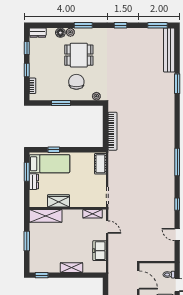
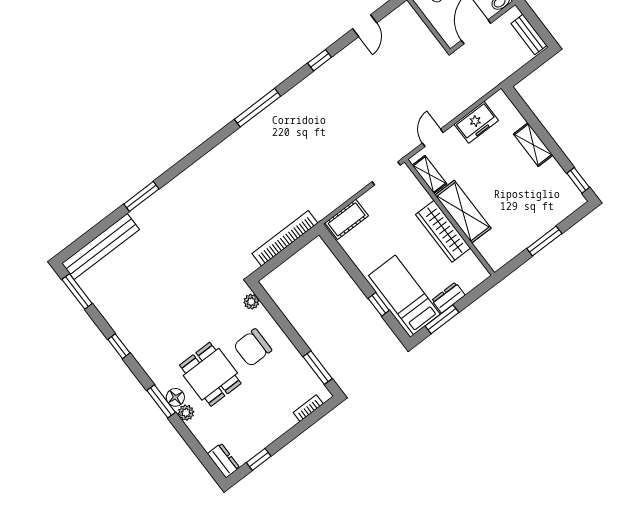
floor lamp: (60, 33) -> (175, 397), moved
window: (27, 70) -> (291, 434), removed
window: (61, 103) -> (318, 368), moved
wardrobe: (59, 201) -> (443, 231), width x1.50
shelving: (46, 216) -> (463, 212), moved

